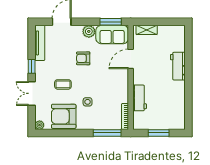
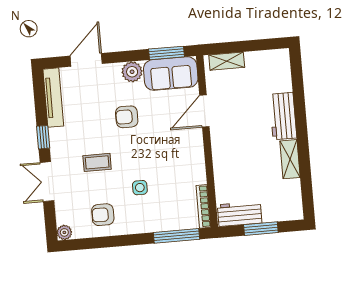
shelving: (180, 93) -> (290, 159), added
workbench: (140, 98) -> (240, 214), moved, turned -90
armchair: (64, 116) -> (103, 215), width x0.53, depth x0.53

